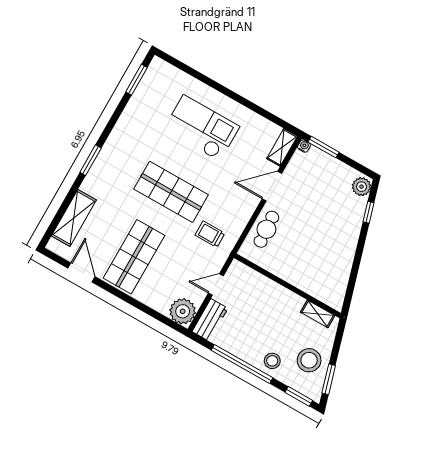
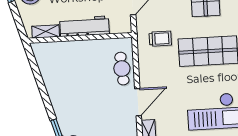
workbench: (276, 294) -> (84, 26), added

